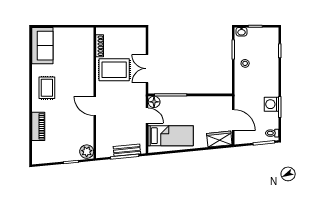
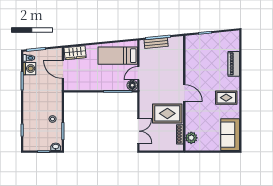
double door: (147, 69) -> (138, 131), moved
rug: (47, 88) -> (226, 98), turned 90
washing machine: (271, 104) -> (29, 69), moved
door: (95, 106) -> (184, 93), moved
door: (147, 116) -> (138, 73), hinge flipped
plant: (87, 152) -> (191, 138), moved

